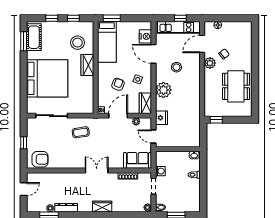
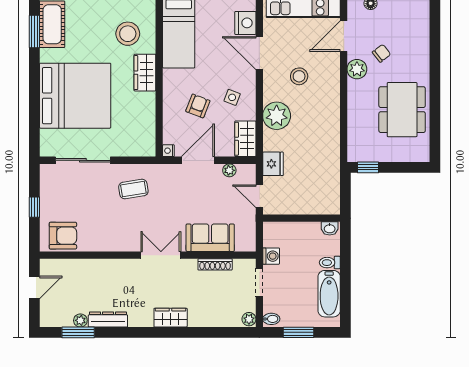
sofa: (138, 160) -> (210, 238), moved
bathtub: (194, 193) -> (329, 294), added

